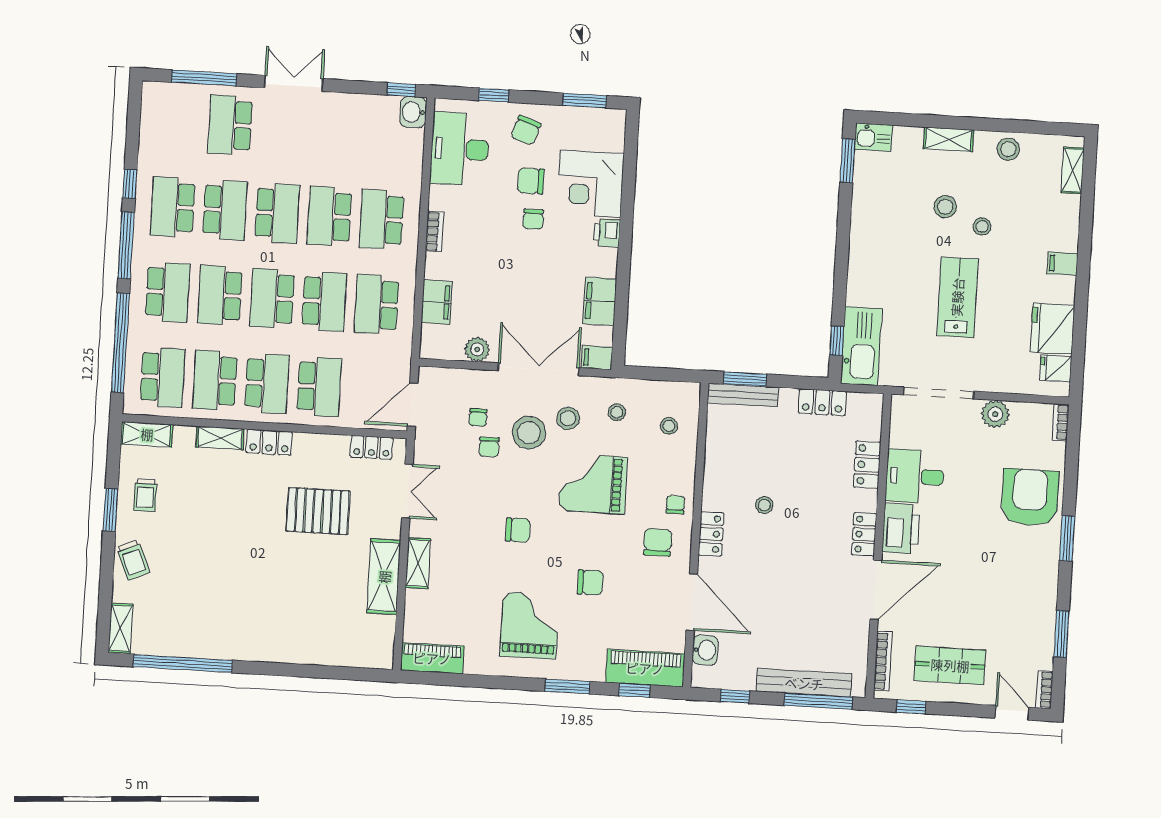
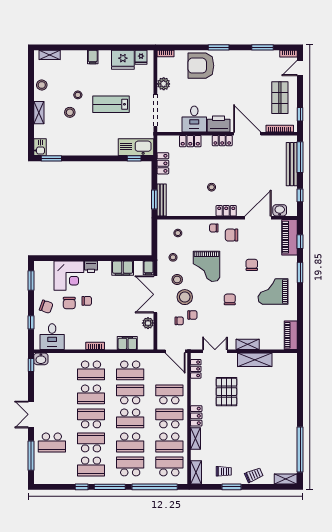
desk: (460, 149) -> (52, 337), width x0.73

